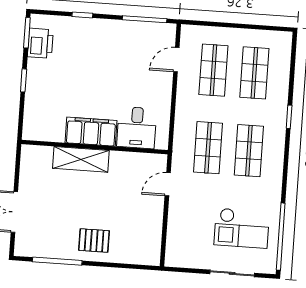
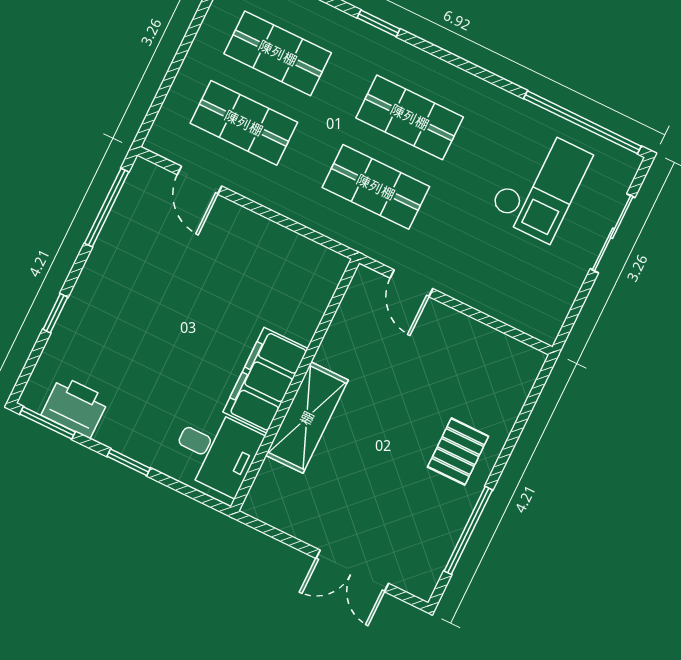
desk: (137, 128) -> (216, 451), moved

